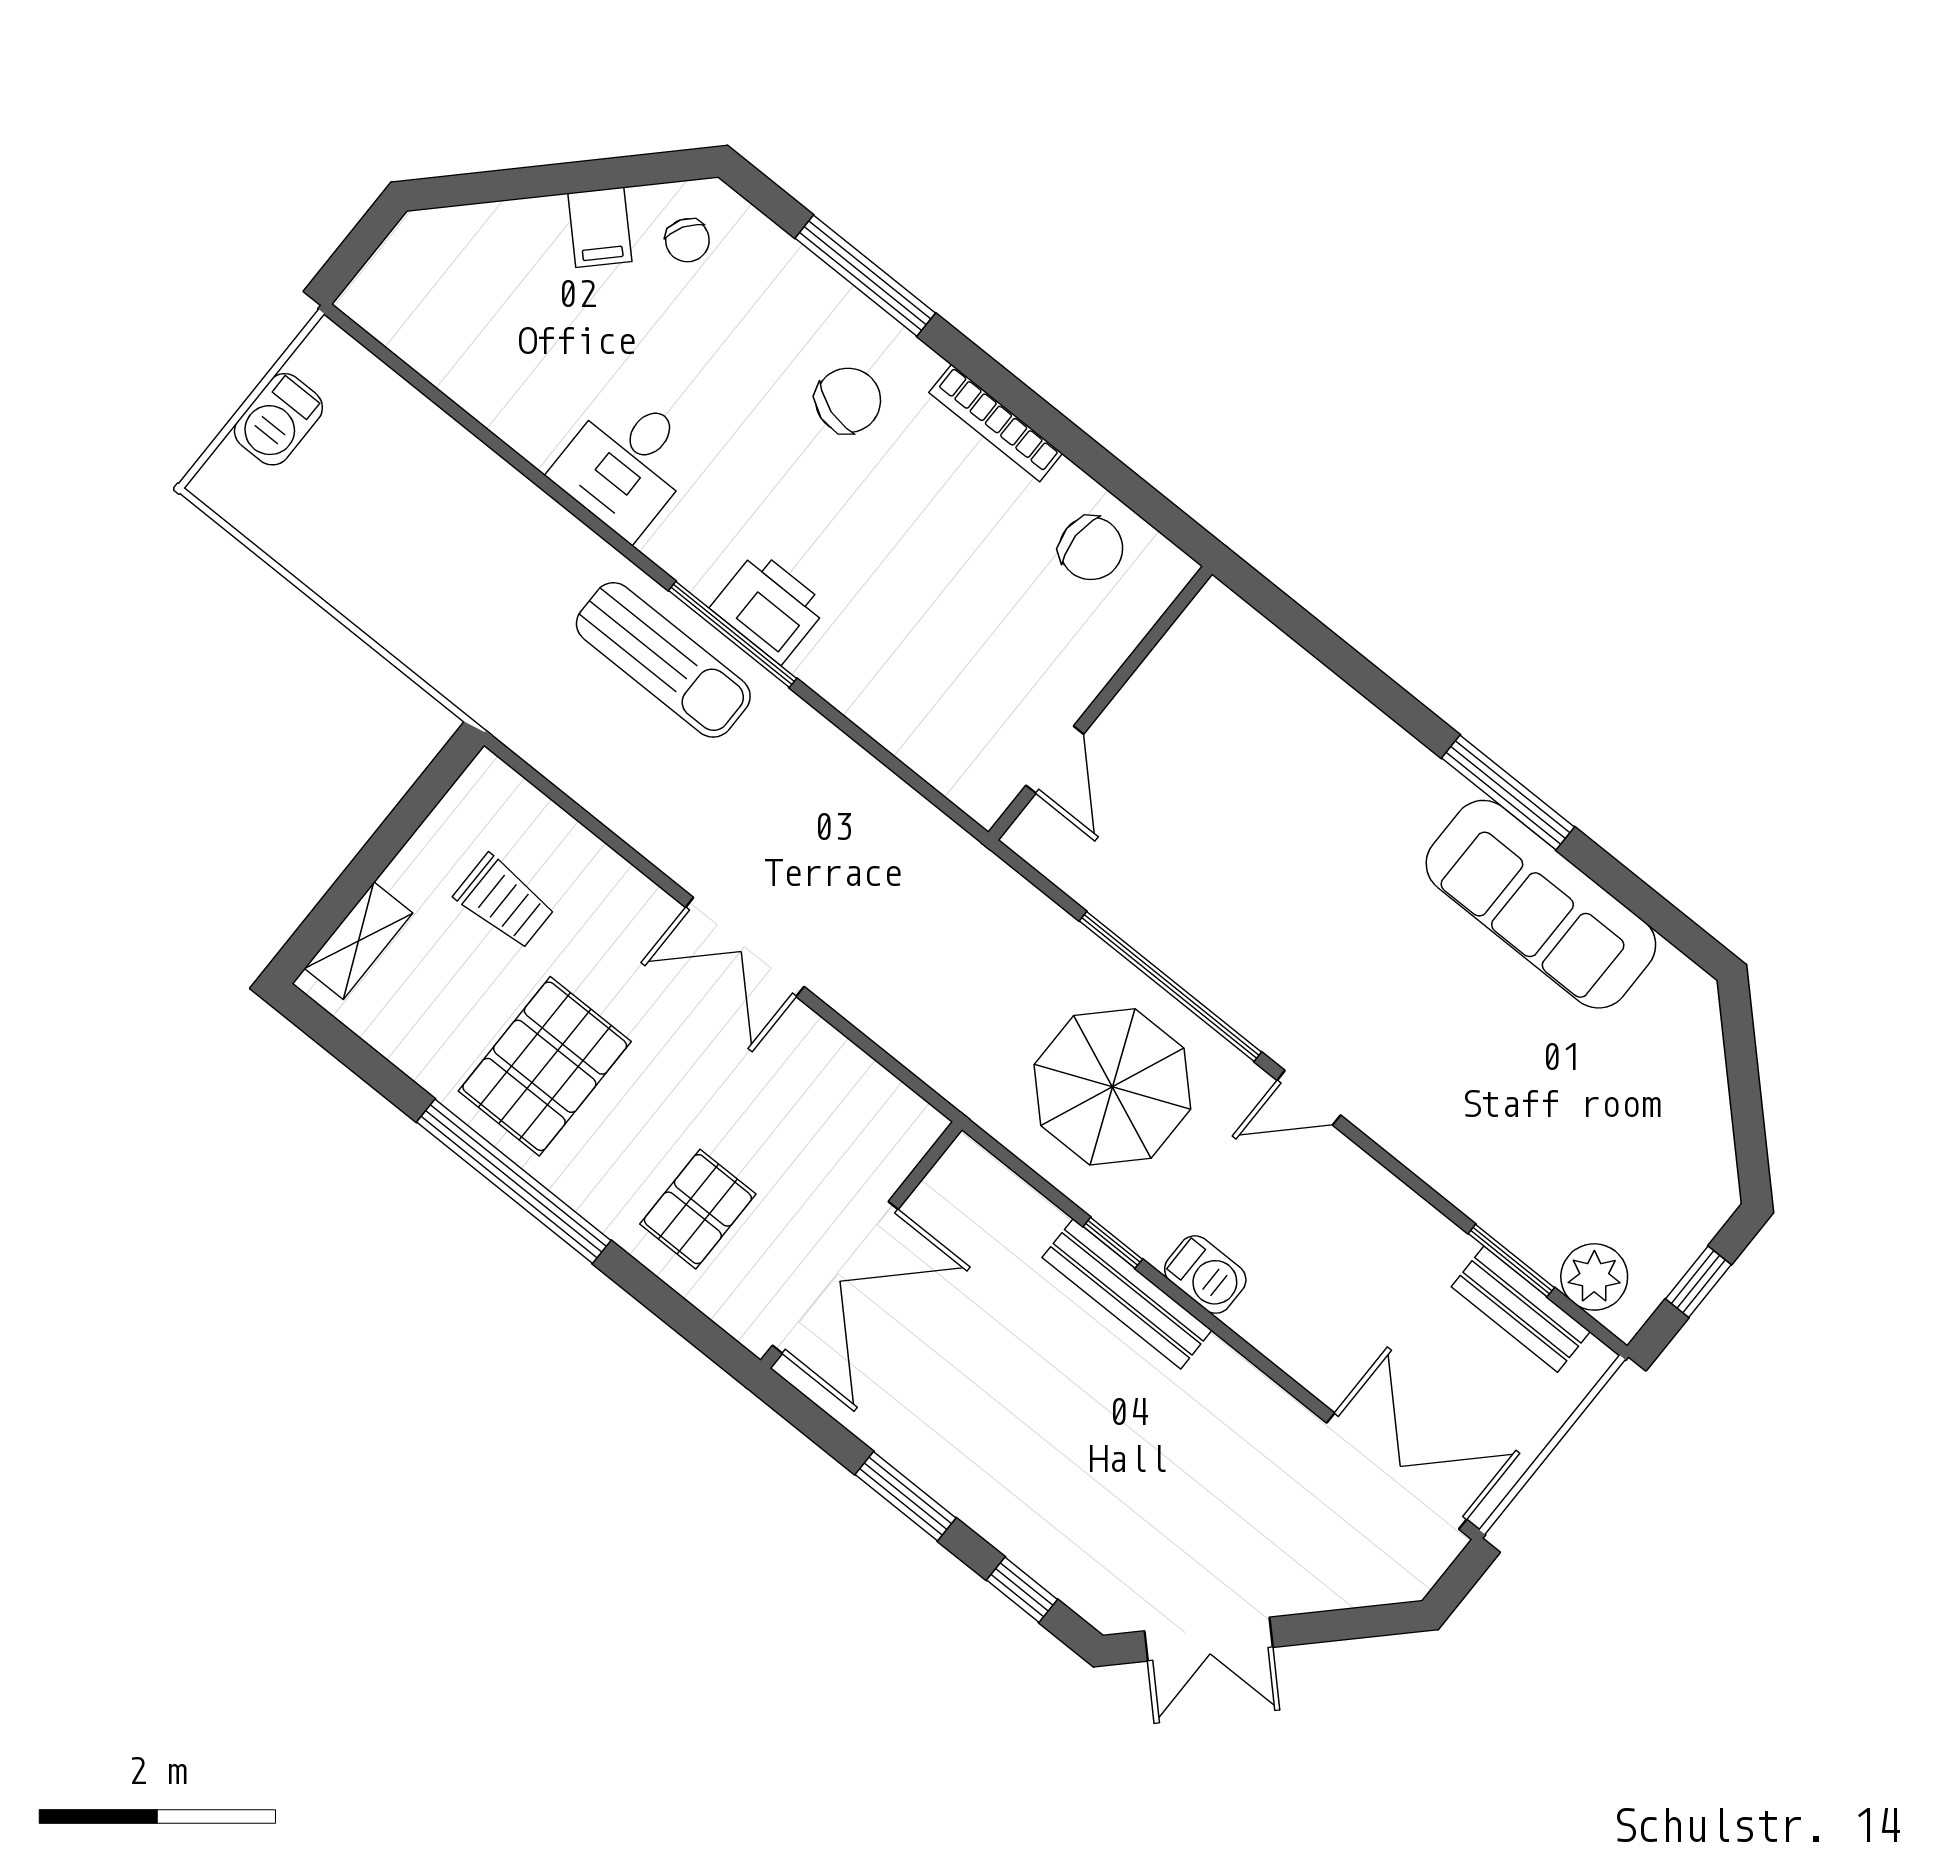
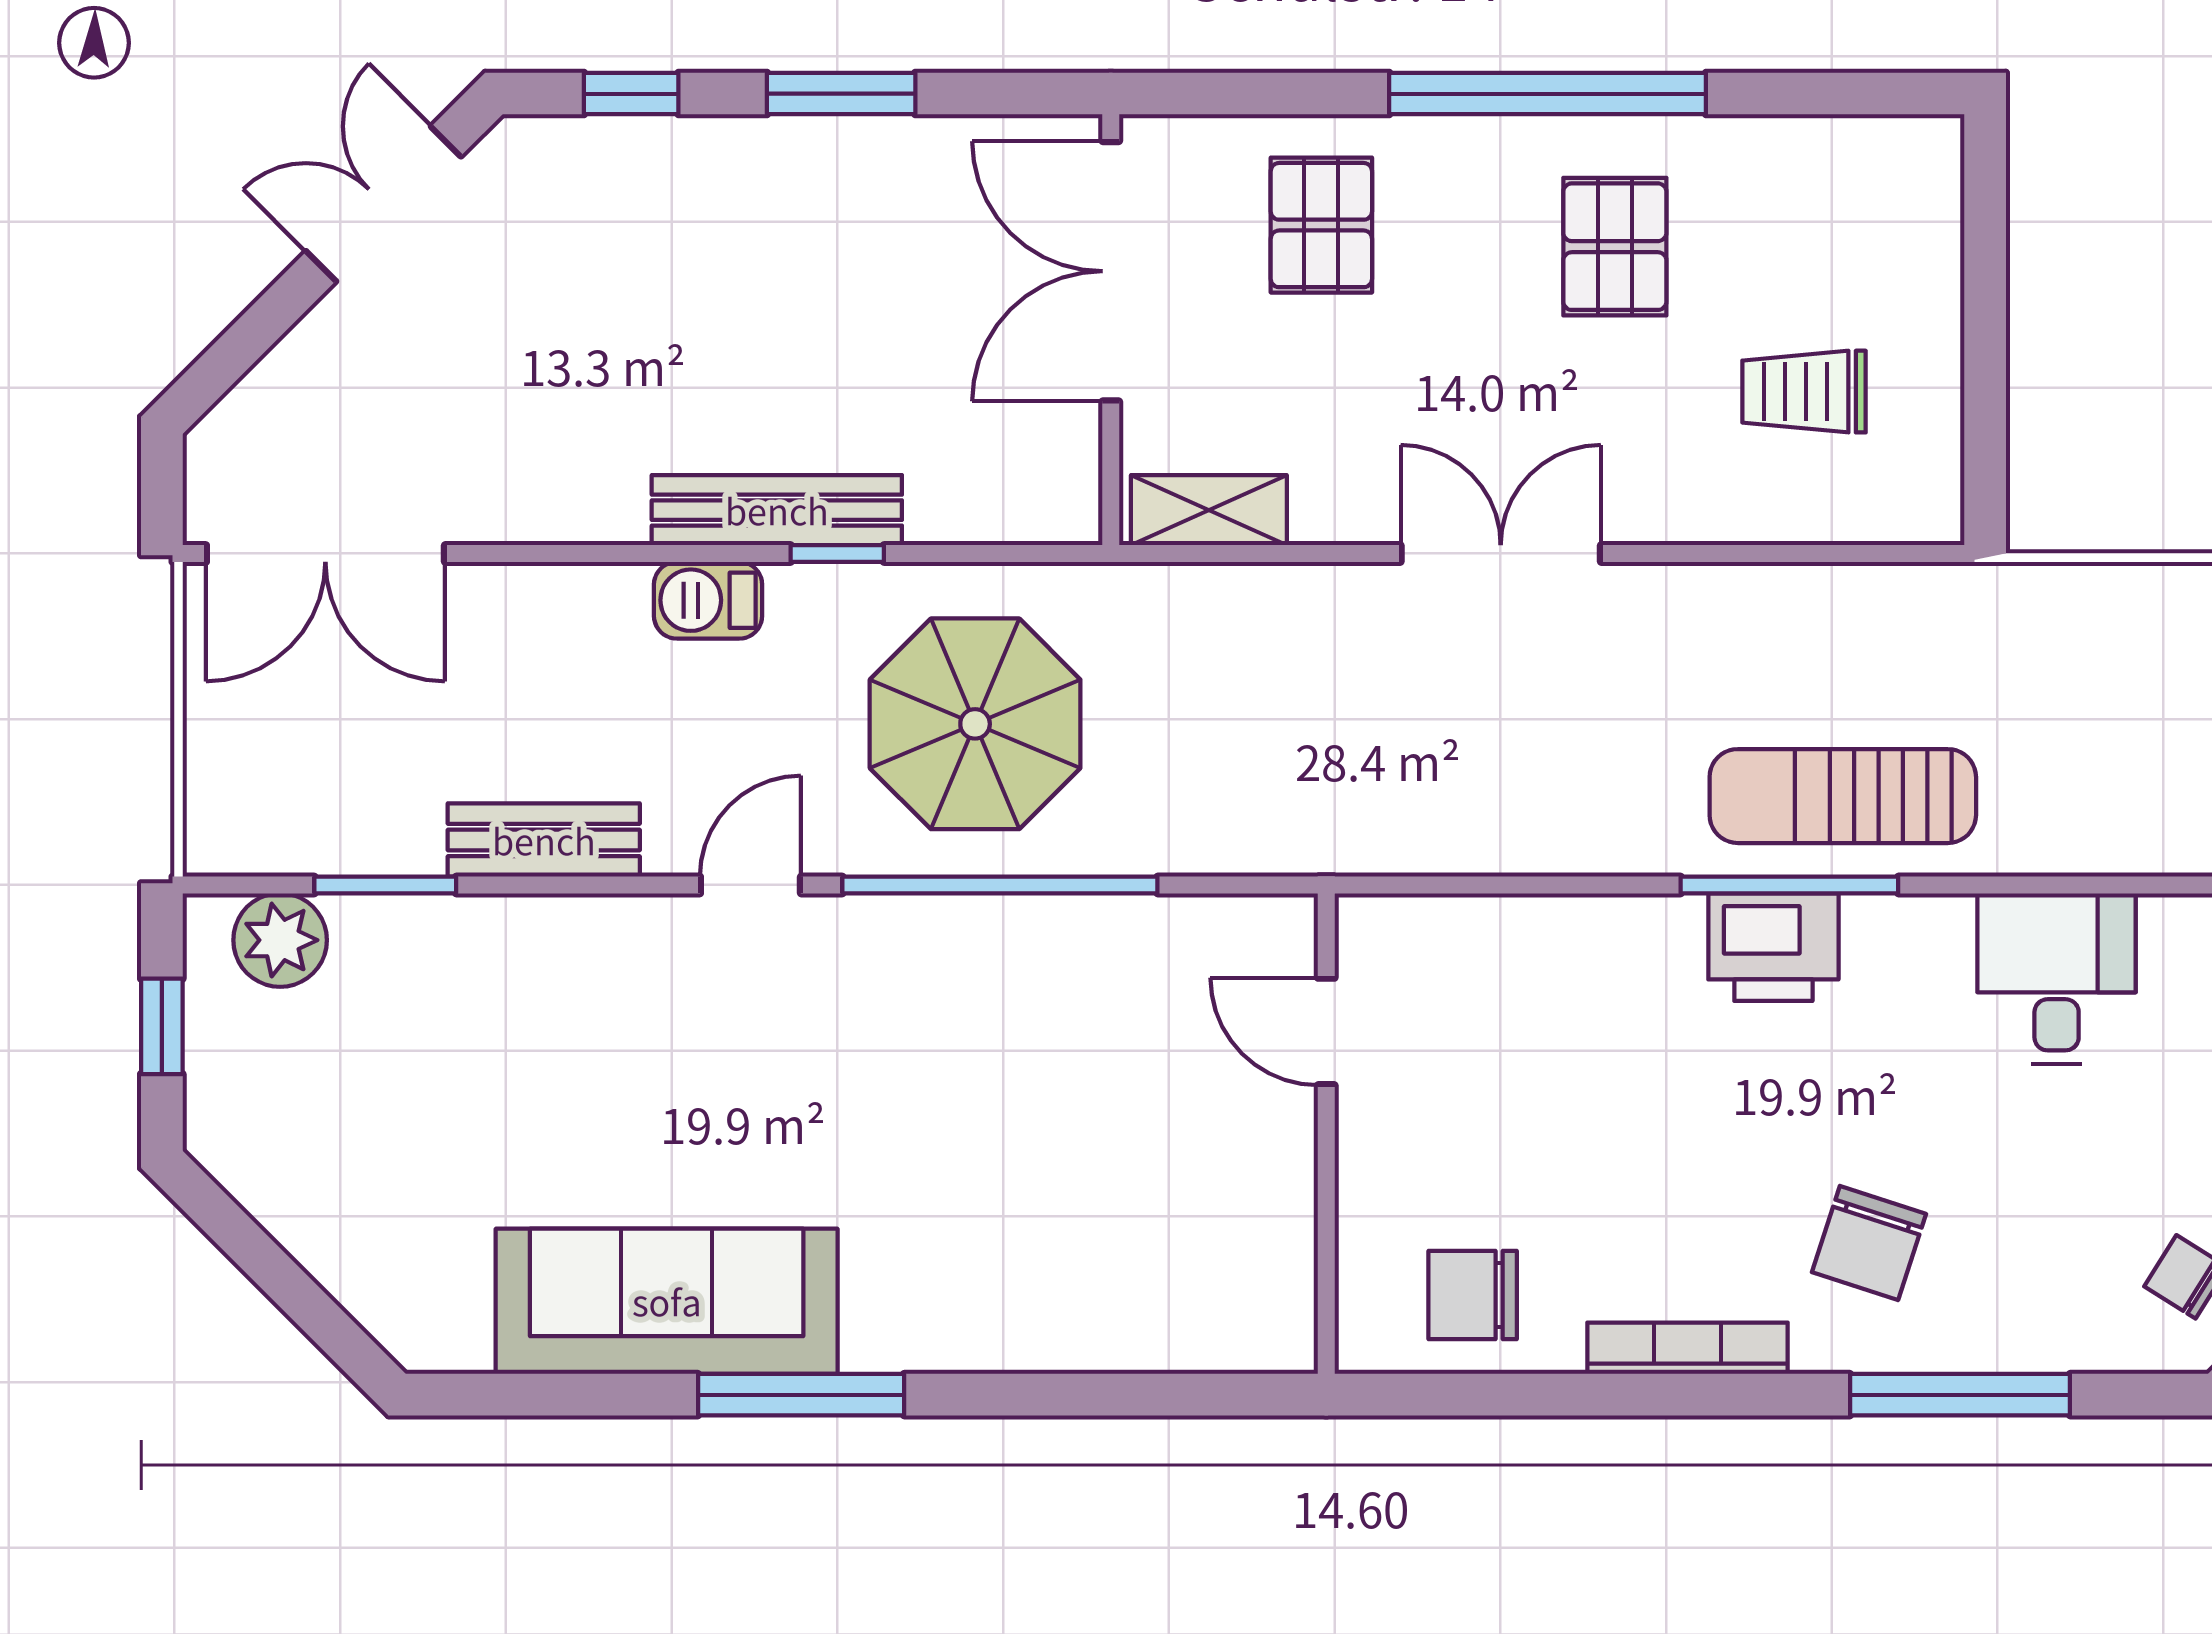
shelving: (359, 941) -> (1209, 510), moved, turned 90
pallet: (545, 1066) -> (1615, 247), width x0.67, depth x0.71
bench: (1521, 1309) -> (544, 840), moved

